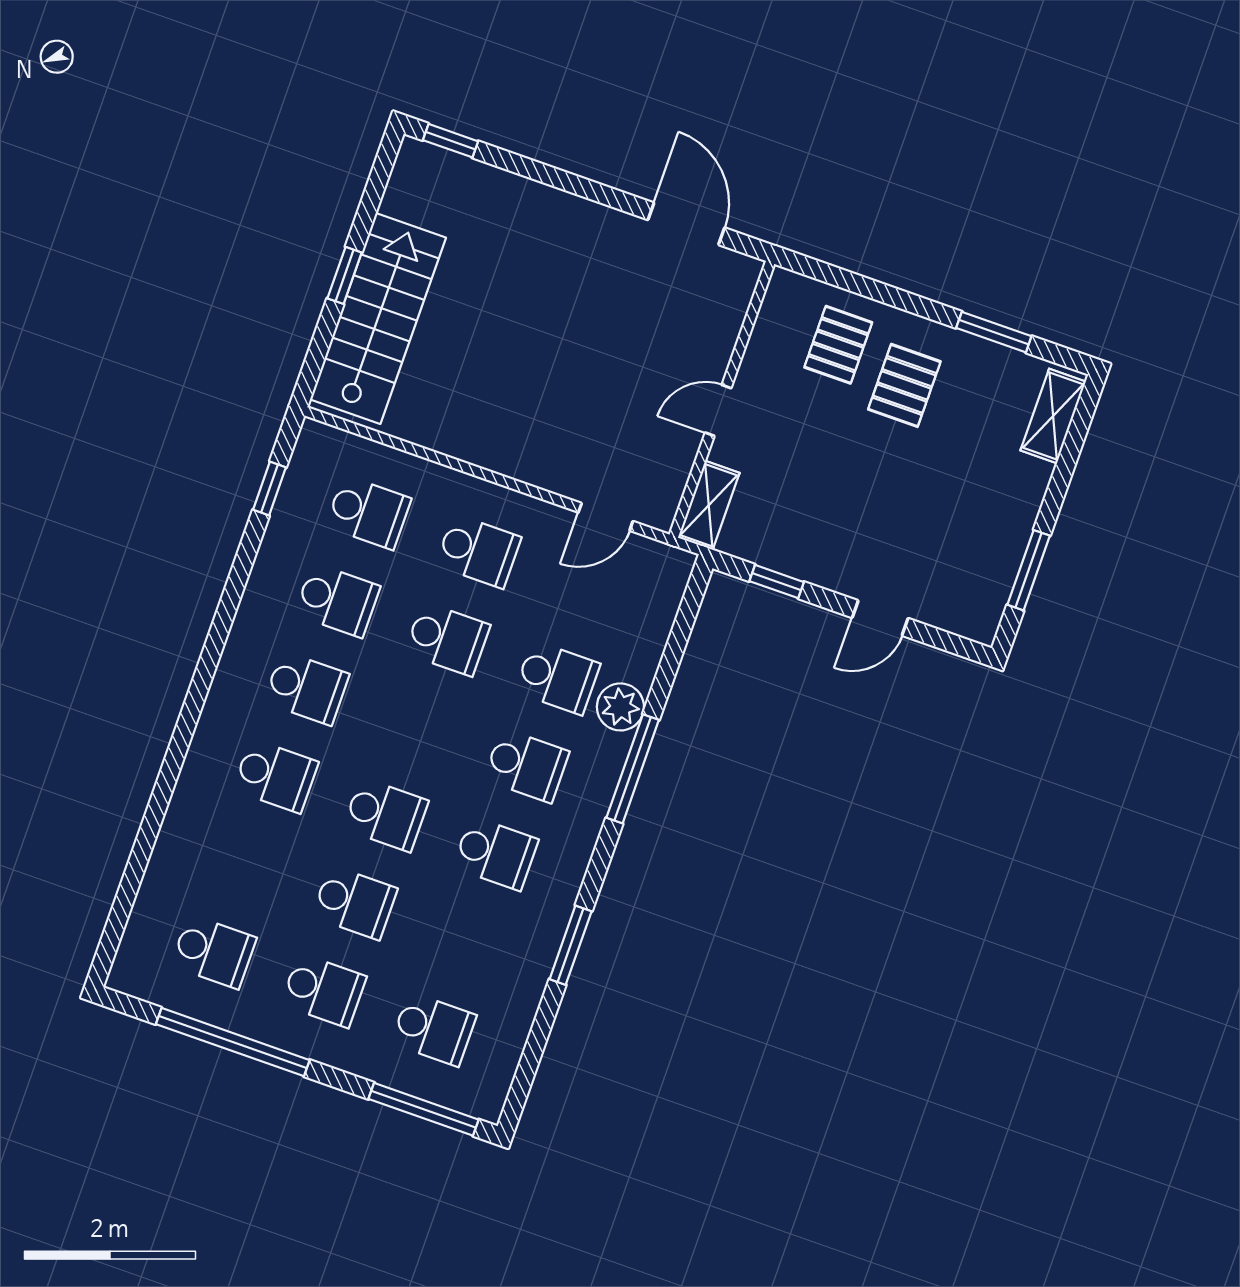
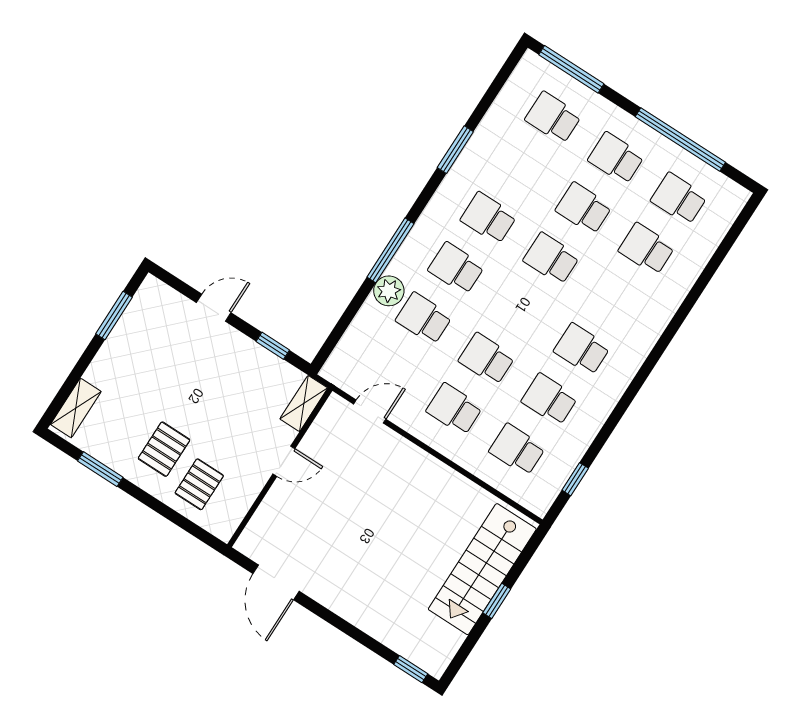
school desk: (276, 776) -> (646, 249), moved

